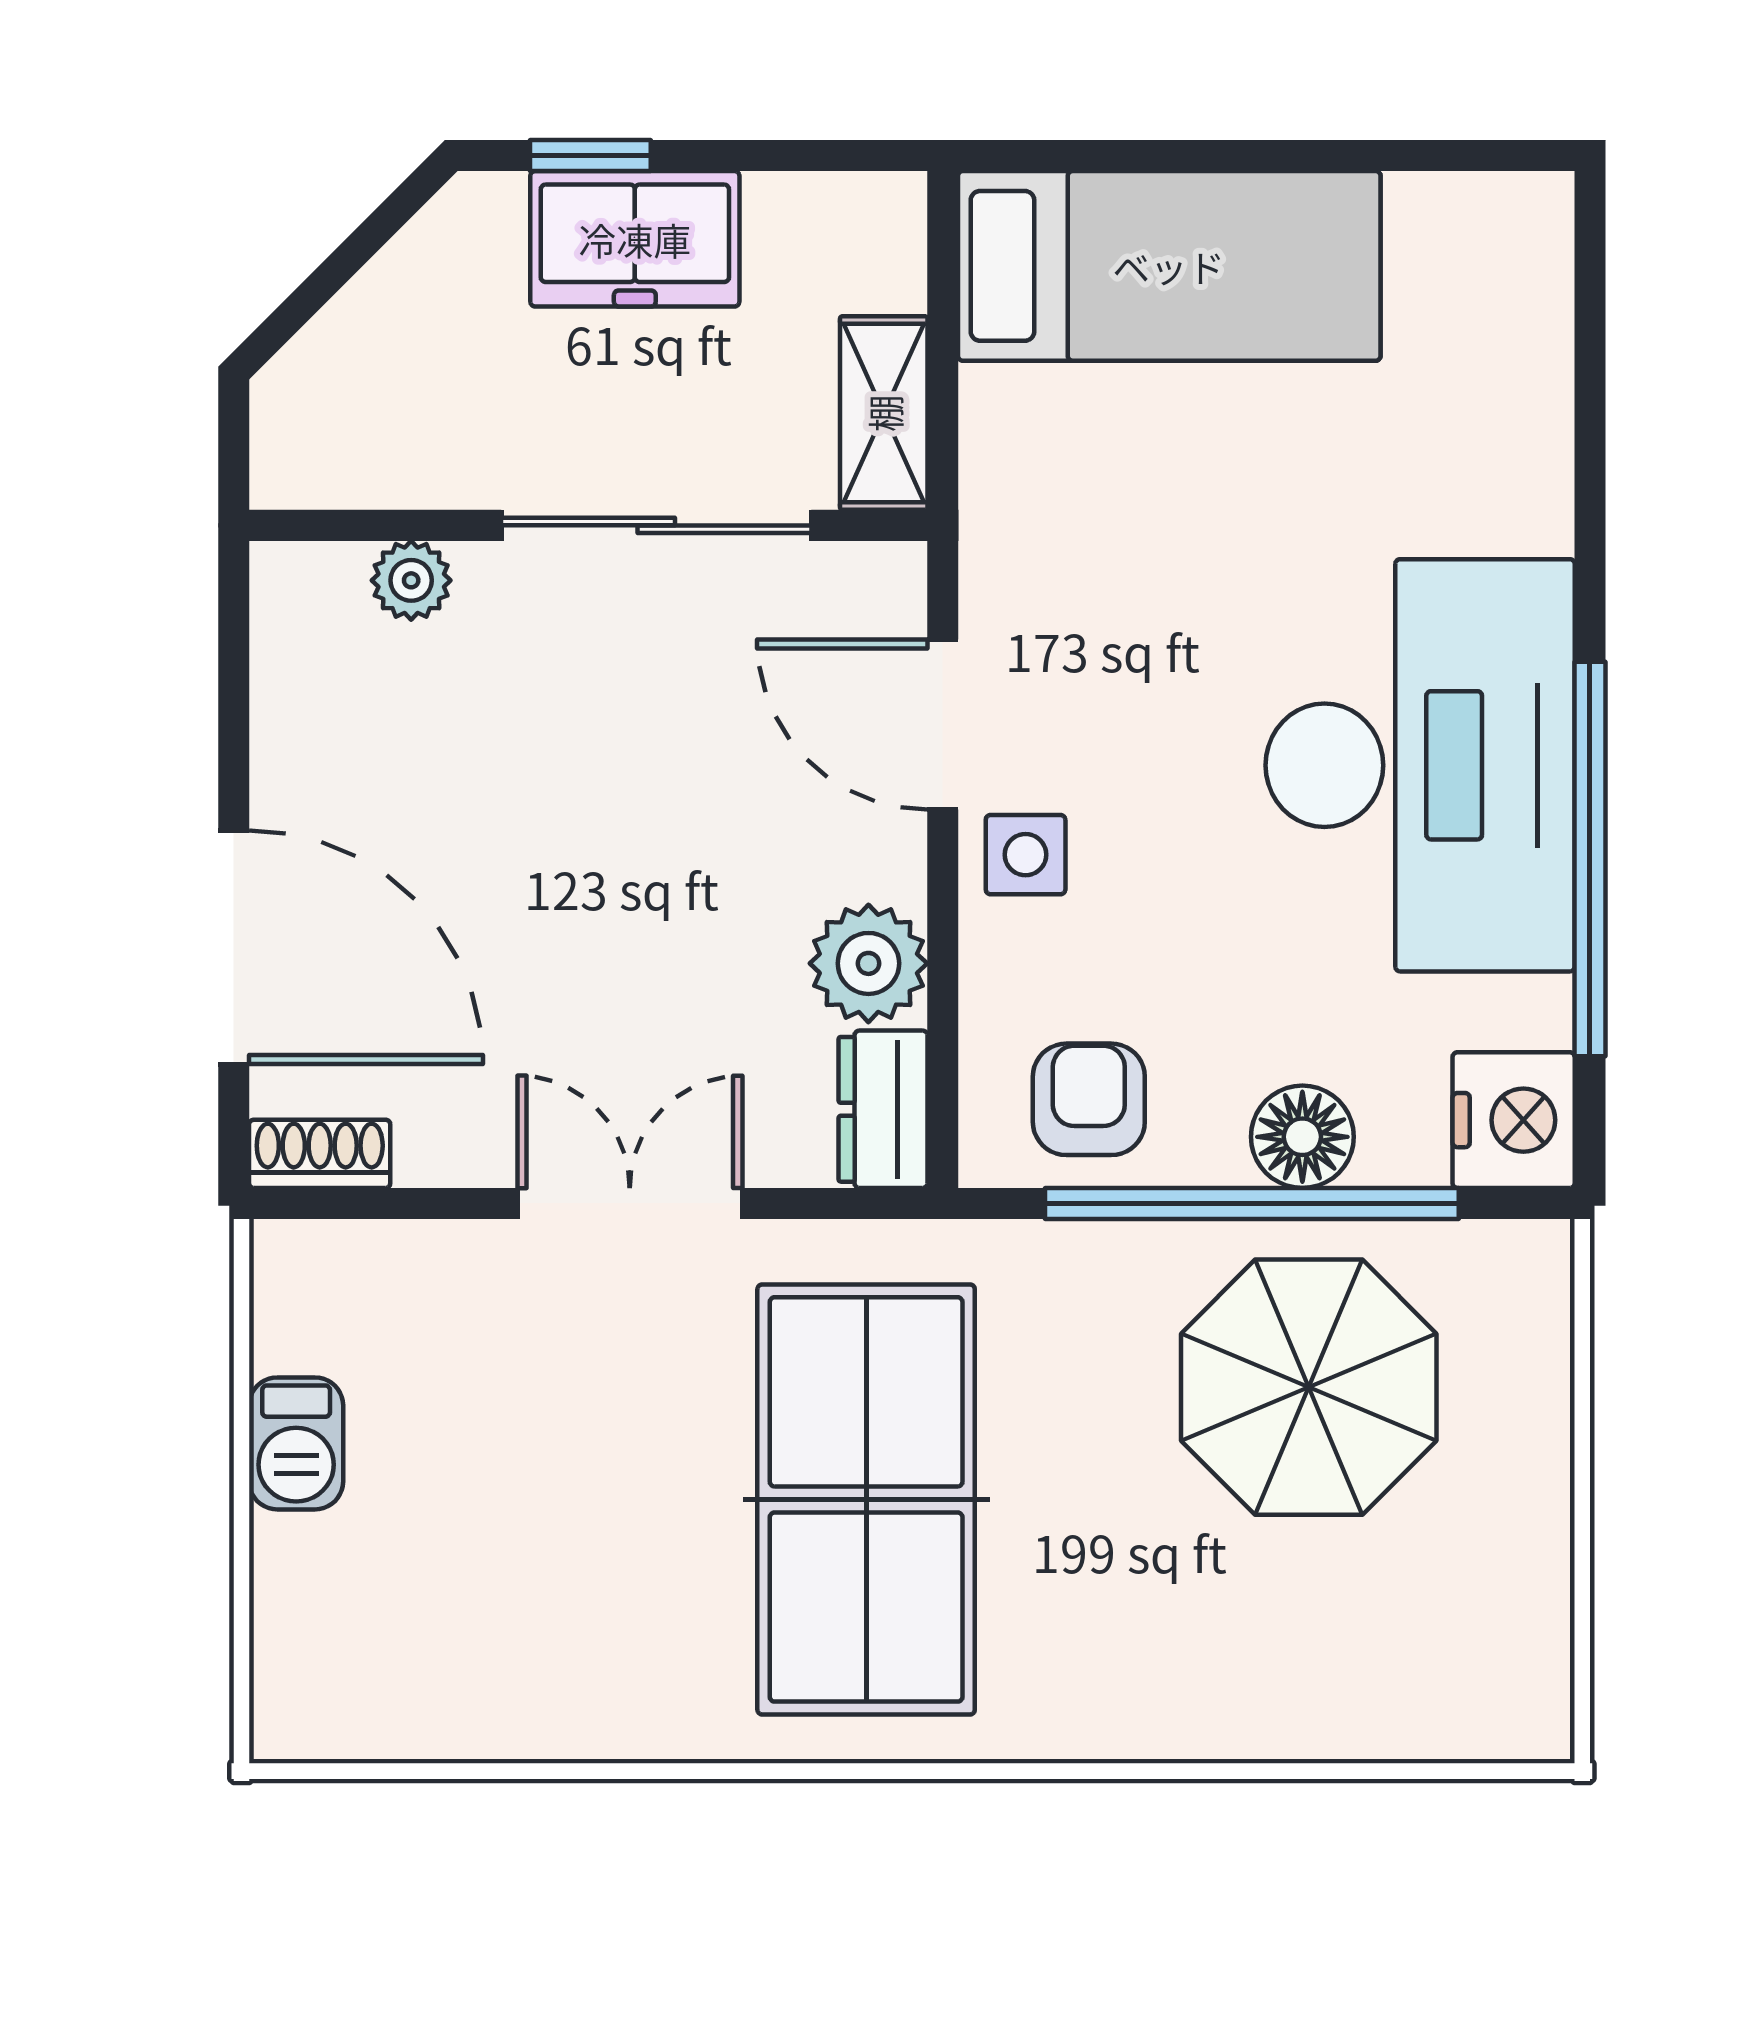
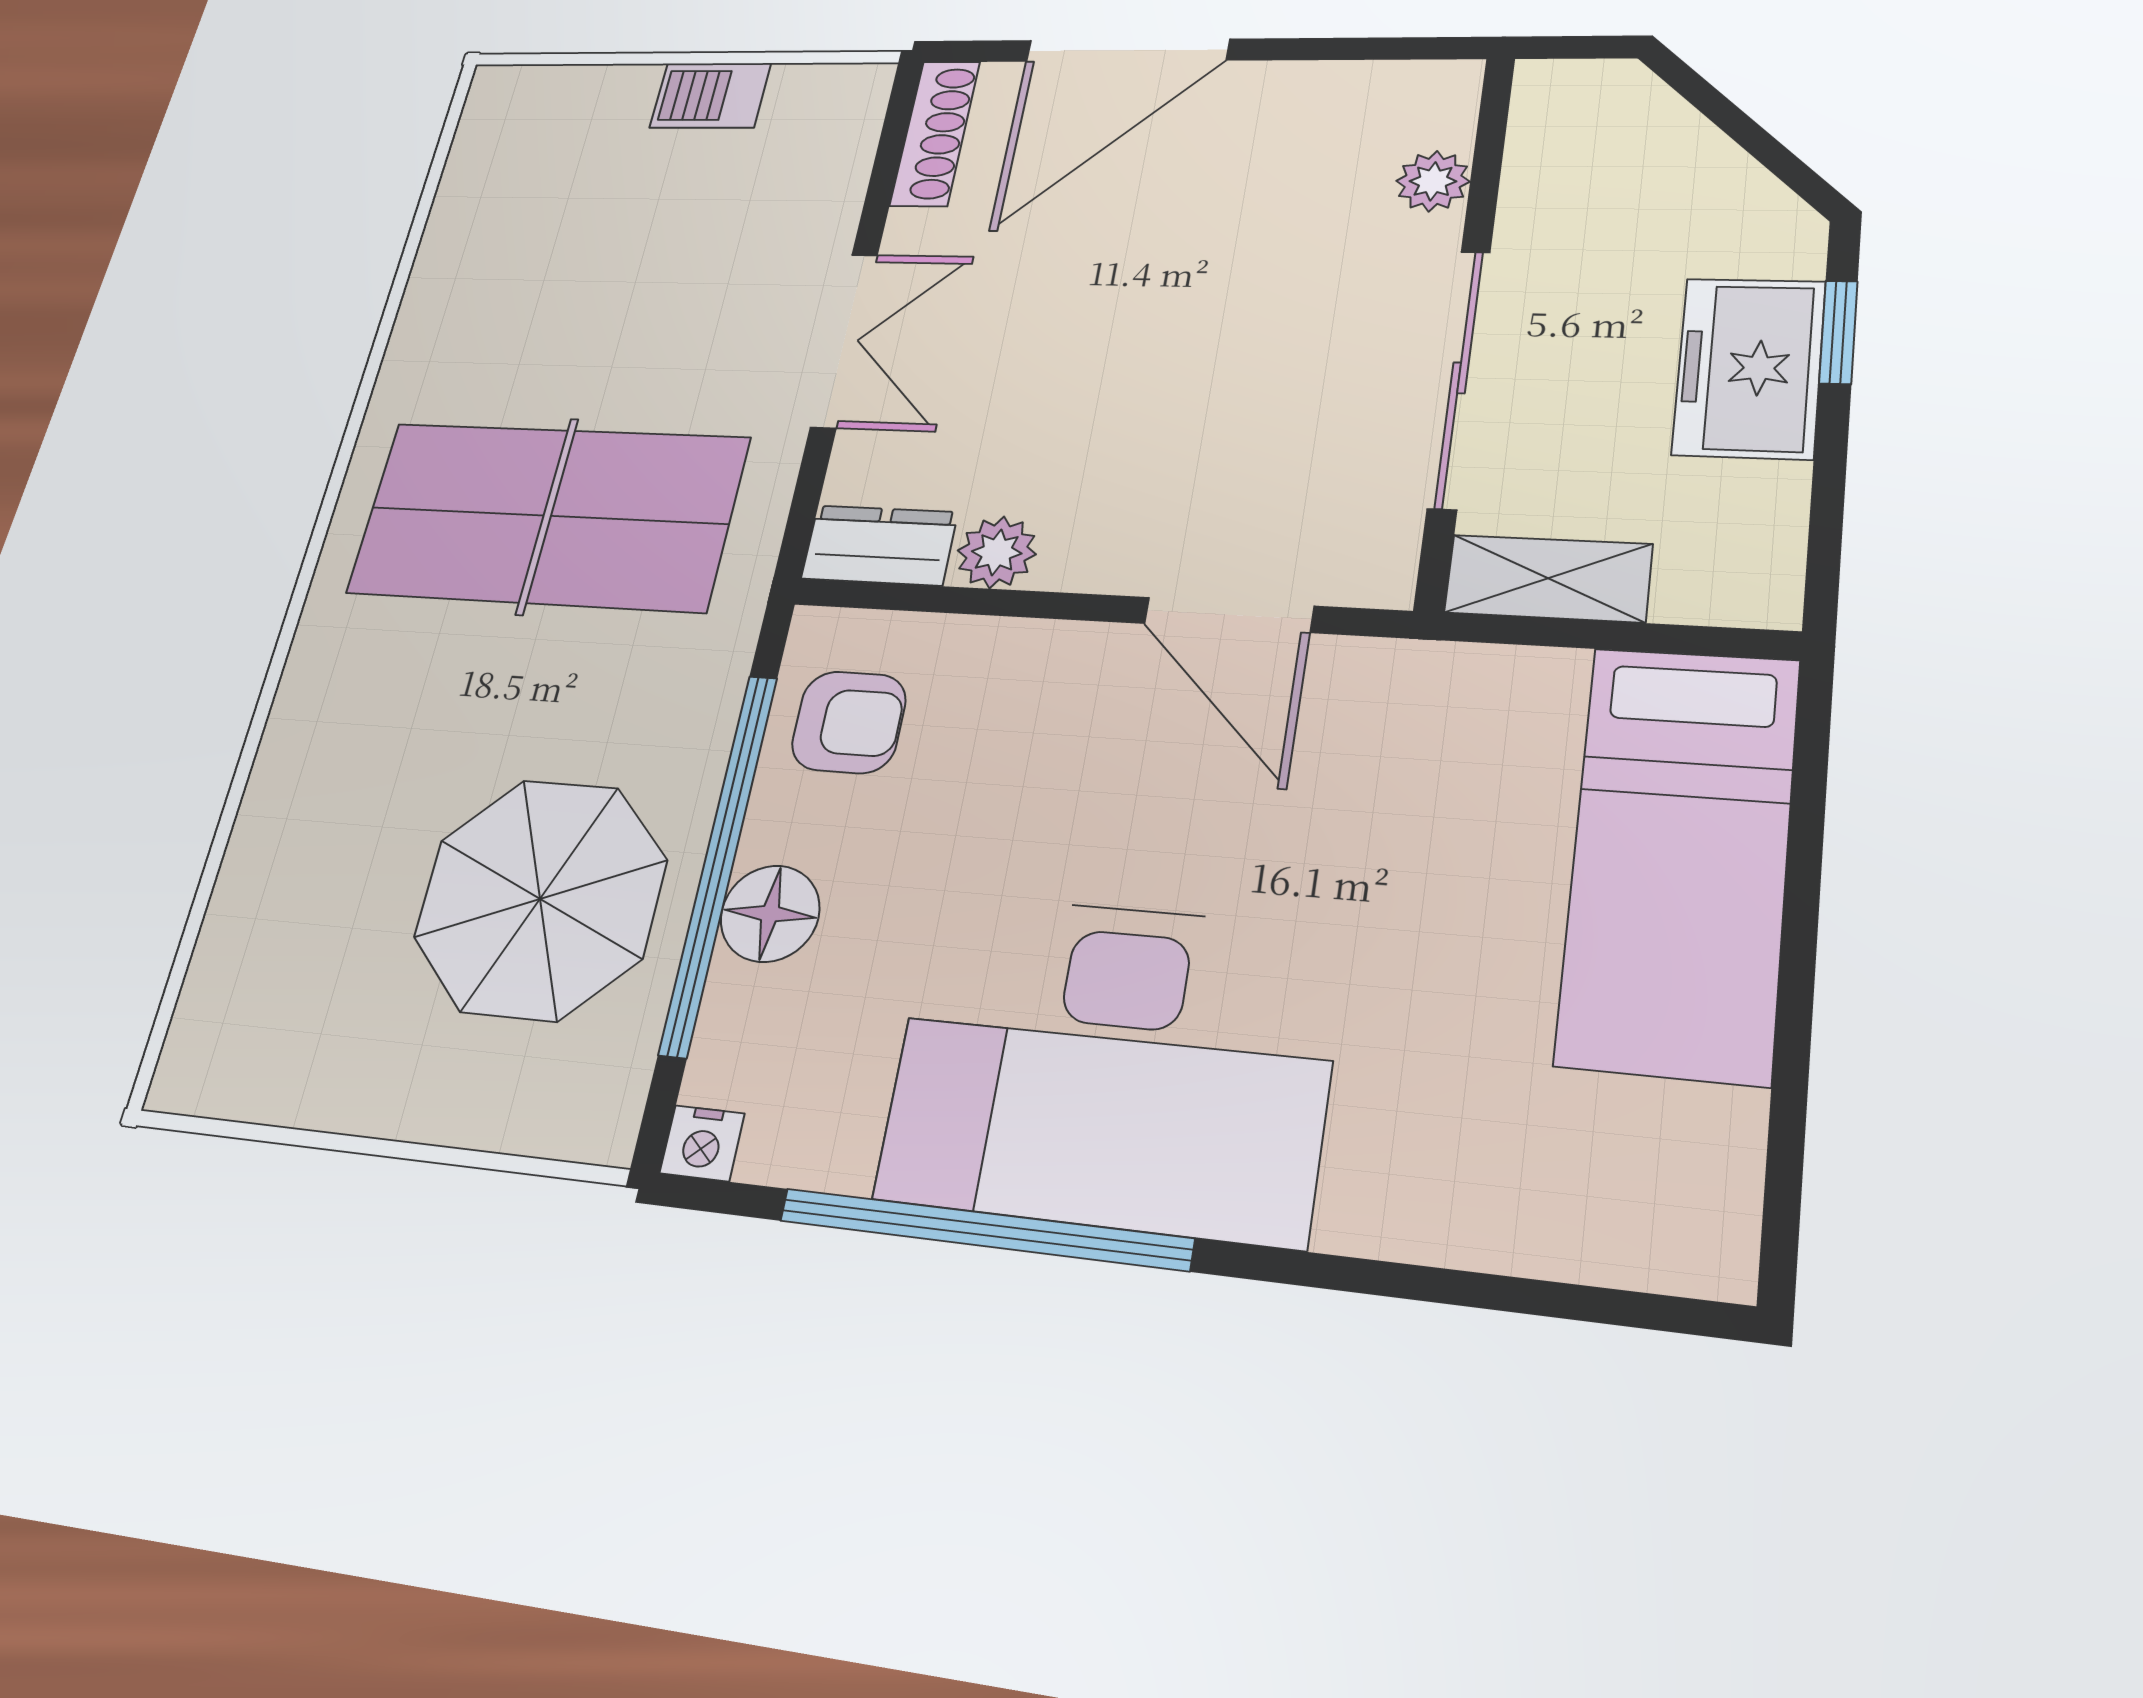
door: (943, 725) -> (1229, 615), swing flipped
side table: (1026, 855) -> (1090, 681), removed
plant: (868, 963) -> (997, 552), width x0.73, depth x0.73
nightstand: (1514, 1120) -> (702, 1143), width x0.53, depth x0.56
shoe rack: (320, 1154) -> (935, 133), width x1.43

